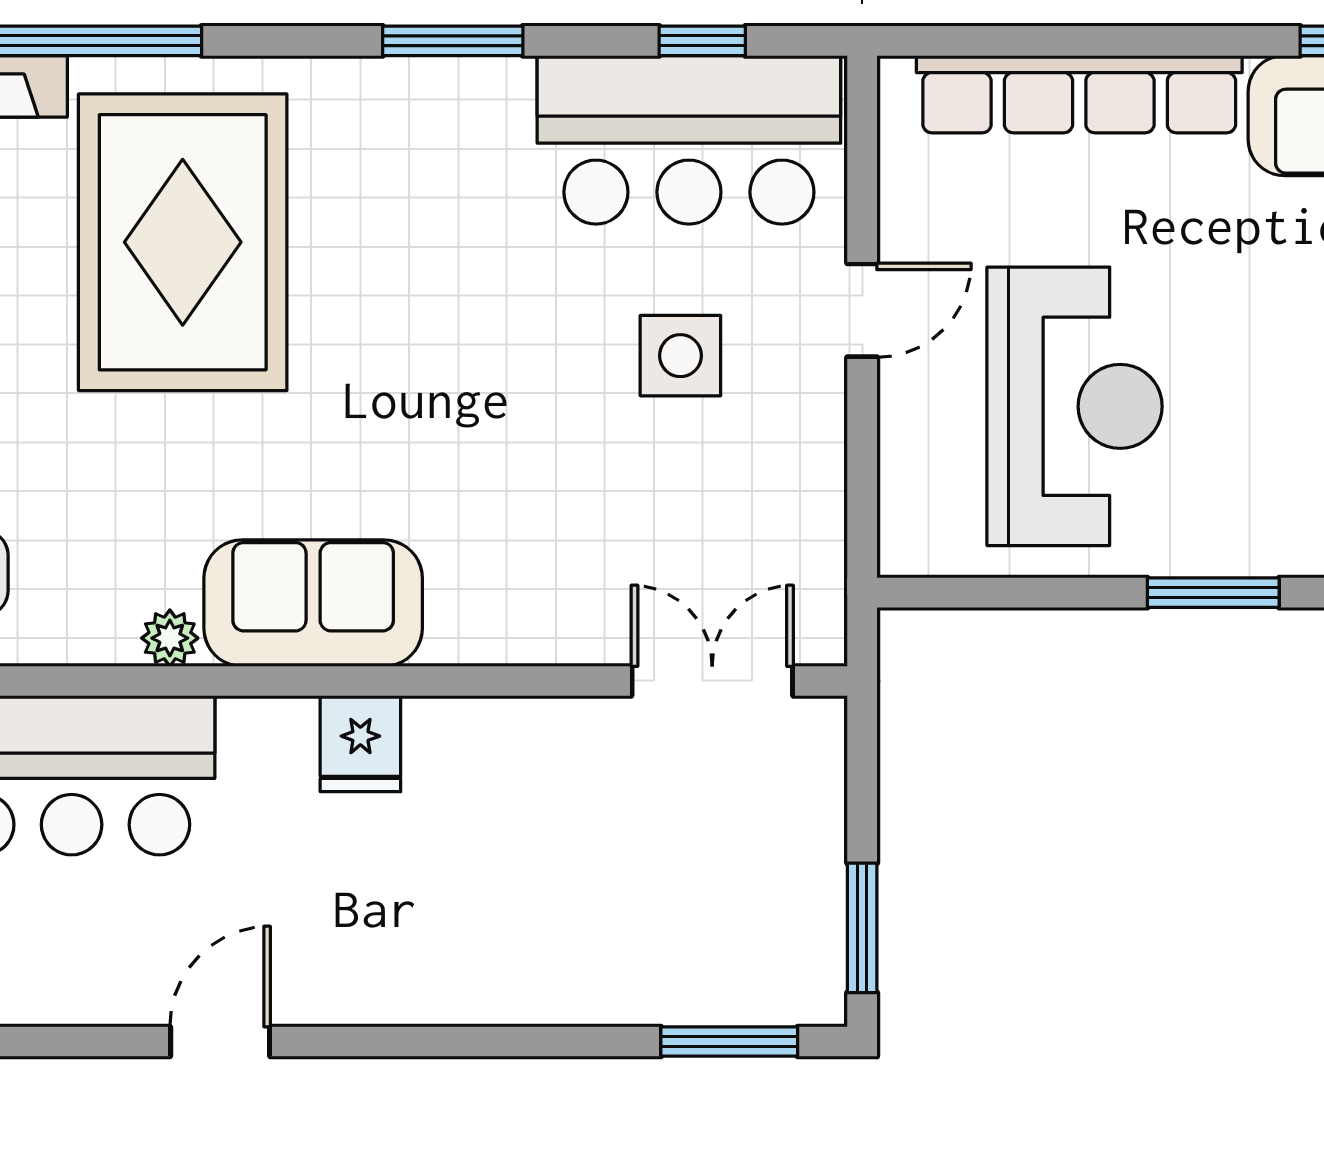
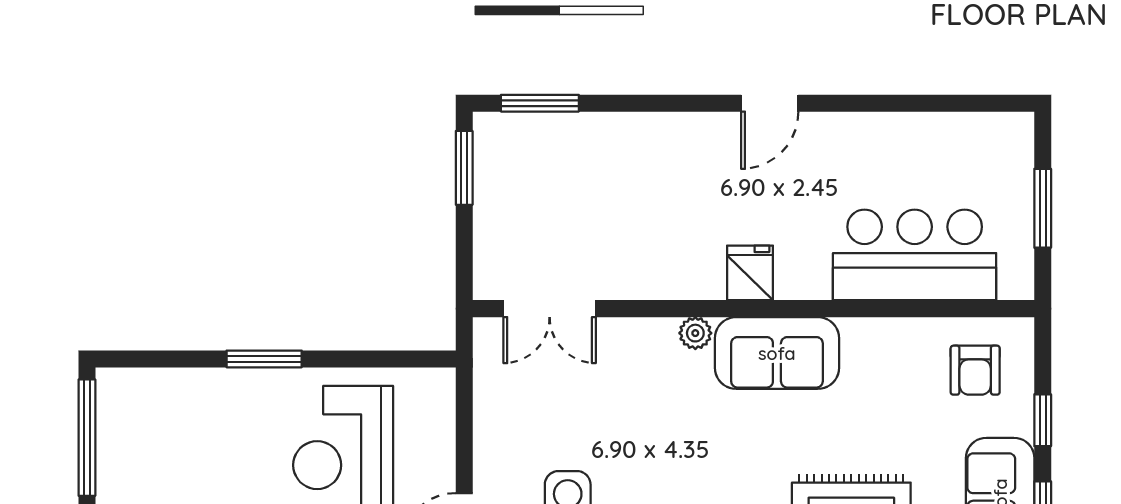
plant: (170, 638) -> (695, 333), moved
door: (220, 1042) -> (770, 103), moved

